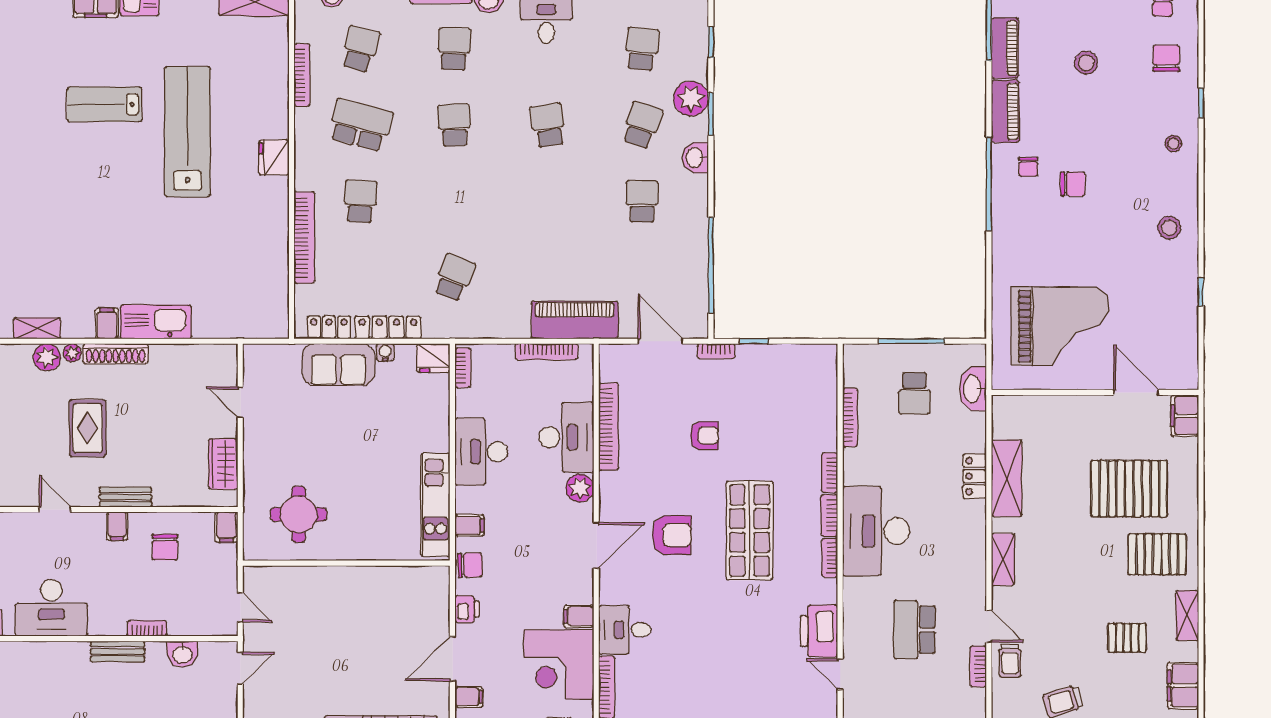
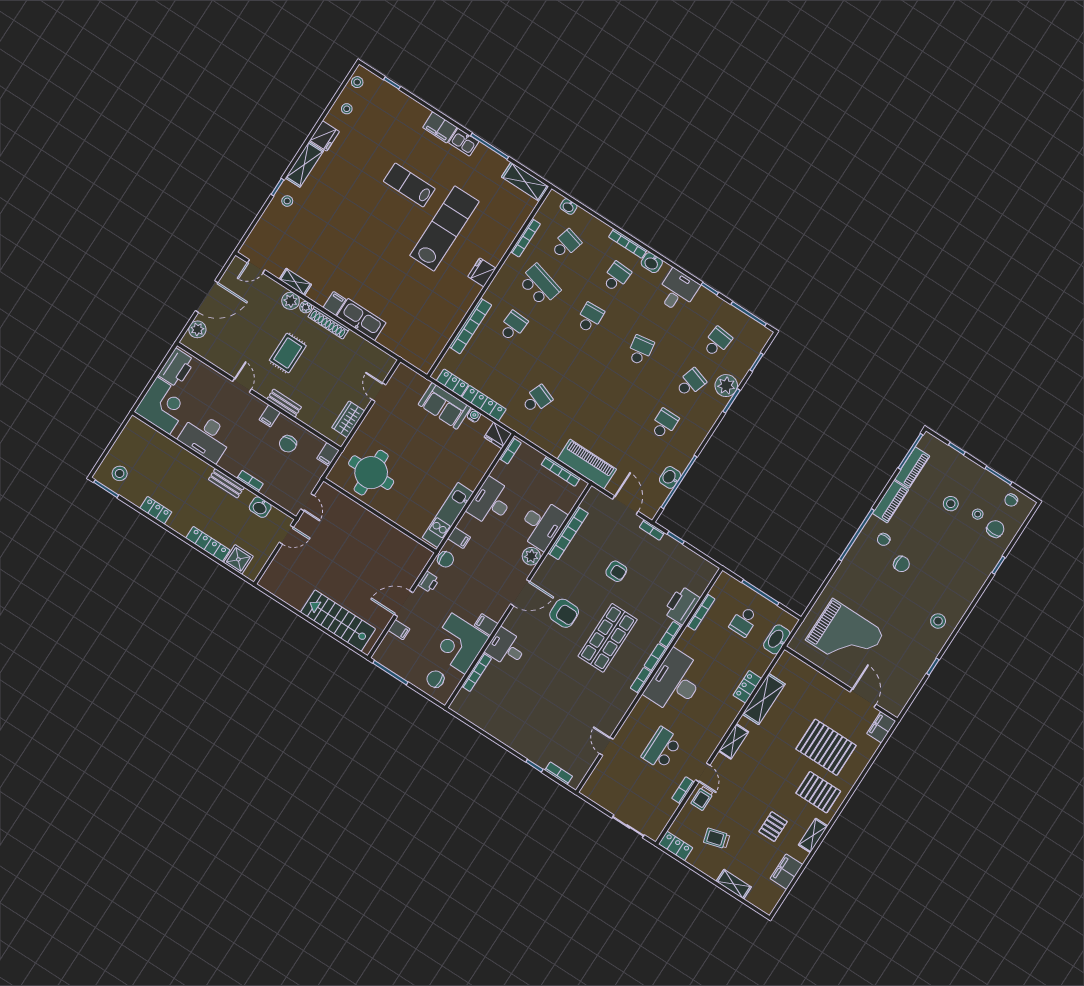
stool: (1173, 144) -> (978, 514), moved
washbasin: (695, 158) -> (670, 477), moved
round table: (299, 514) -> (371, 473), width x1.36, depth x1.36
printer: (819, 631) -> (682, 605), moved
pallet: (1127, 638) -> (773, 827), turned 90

